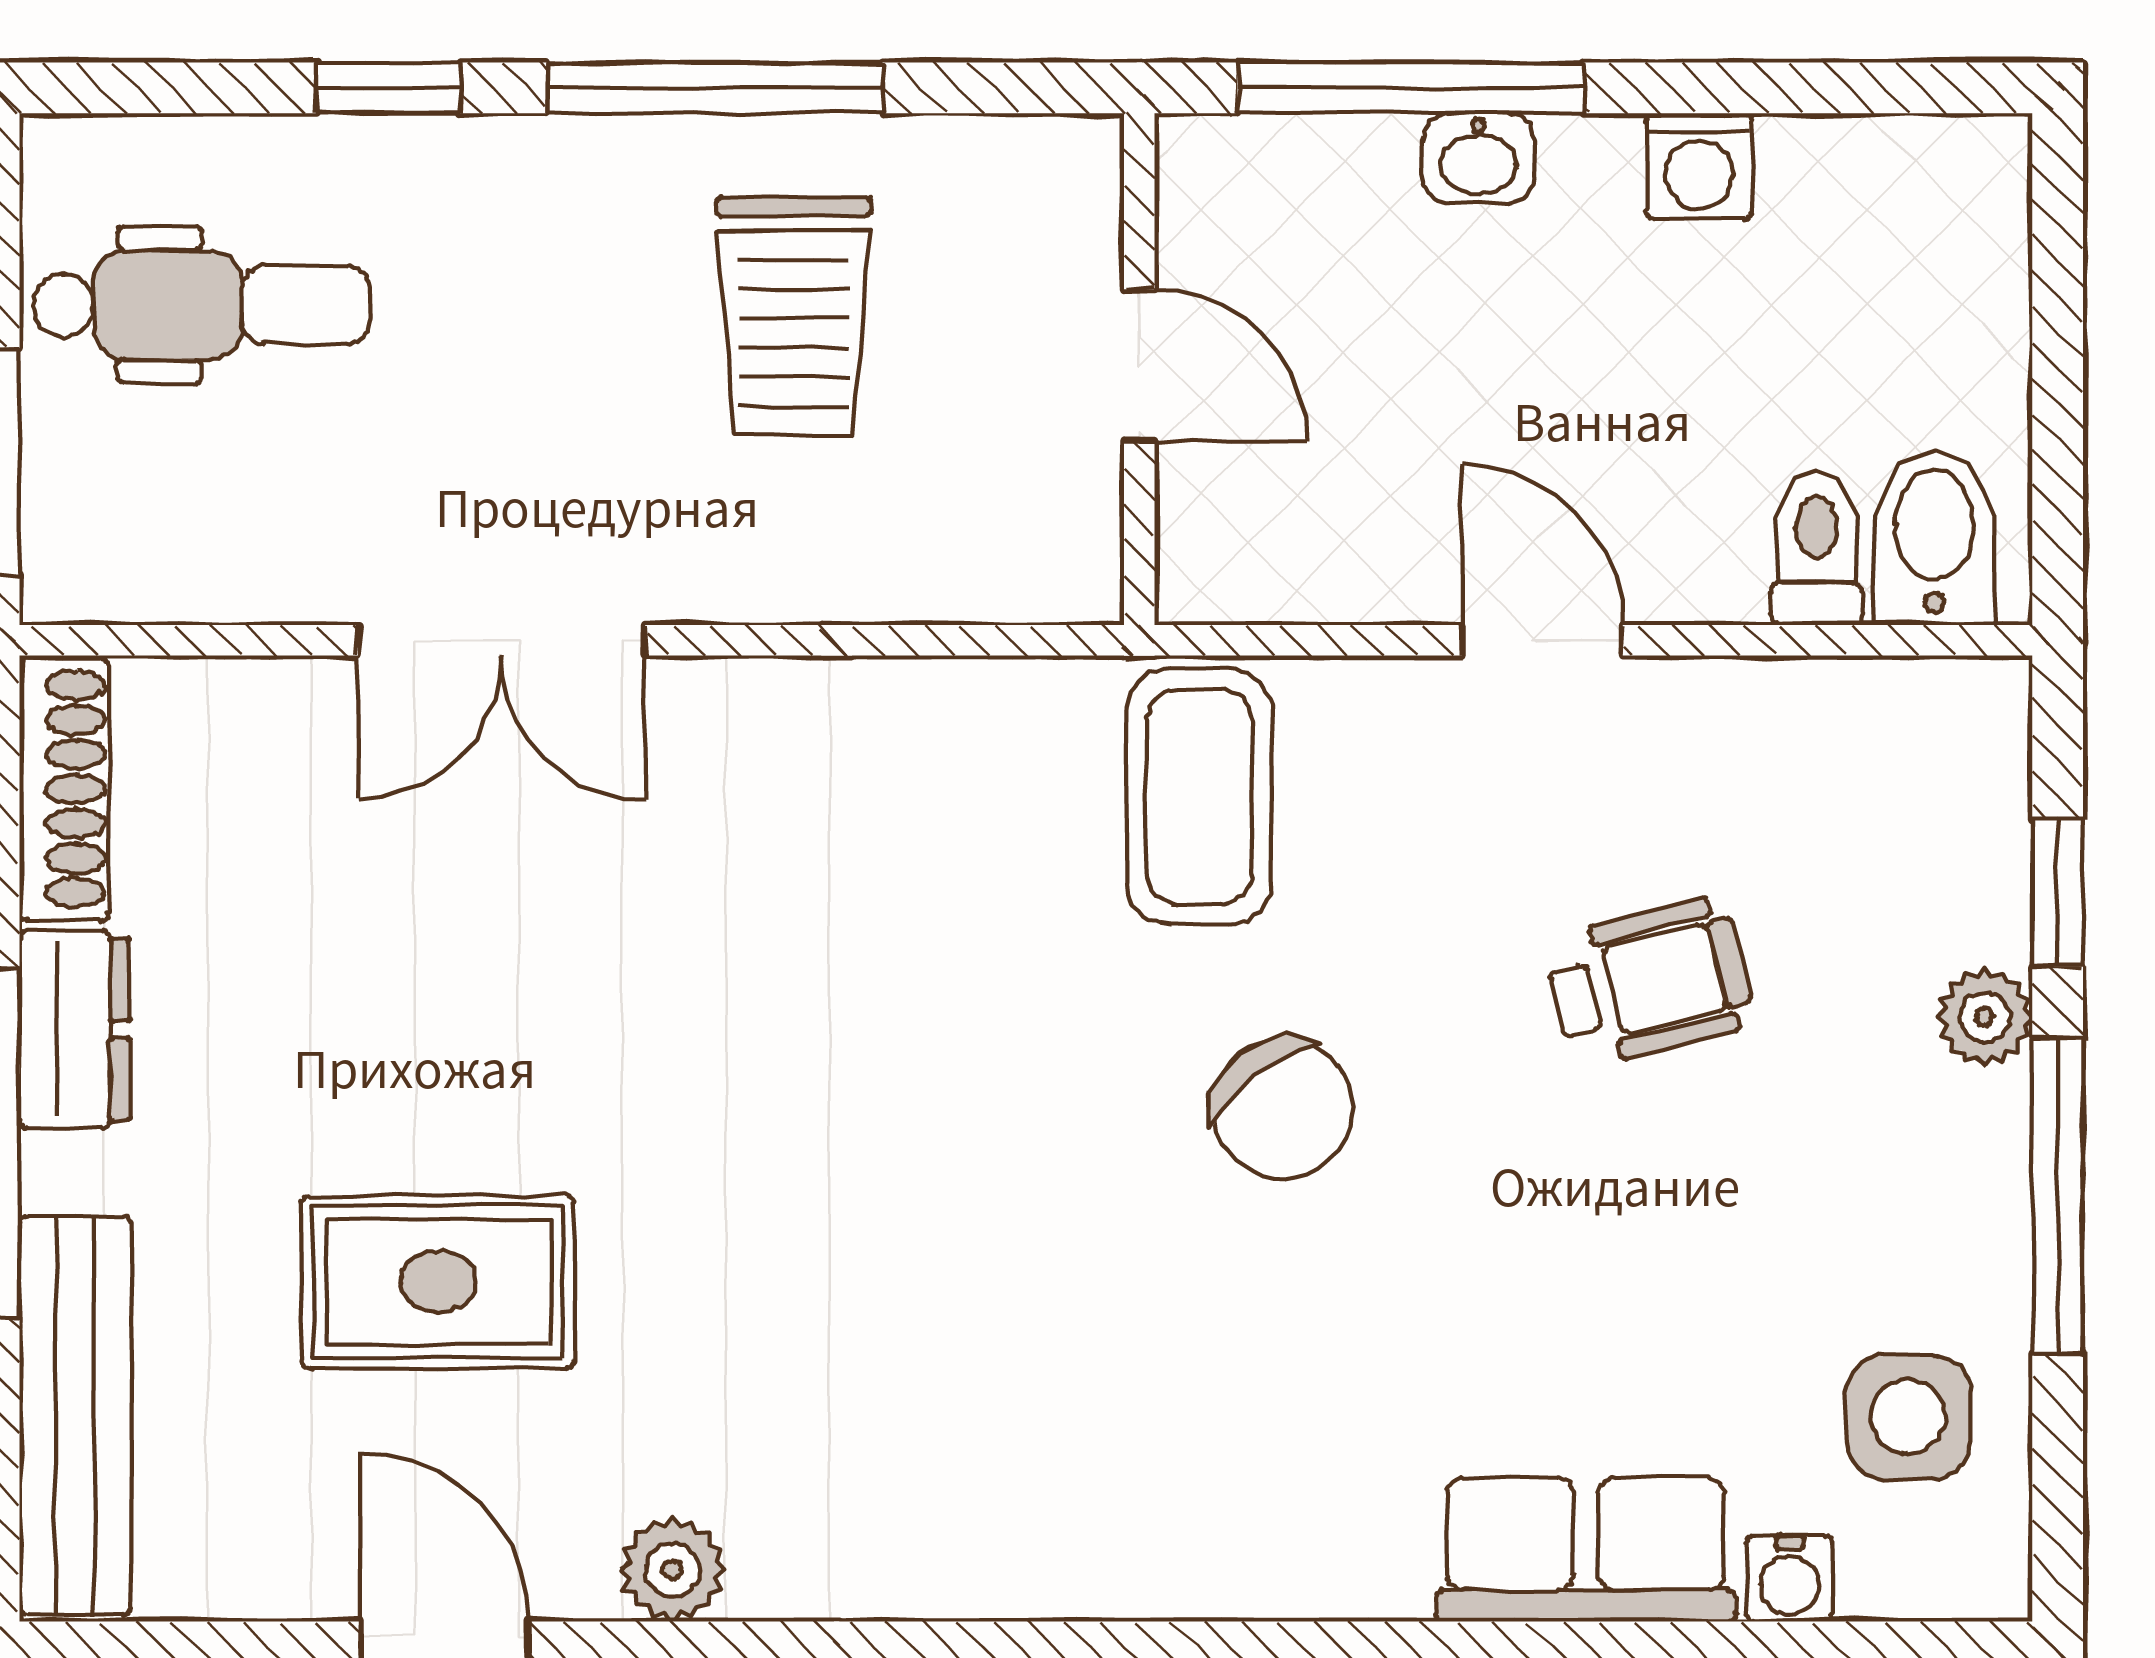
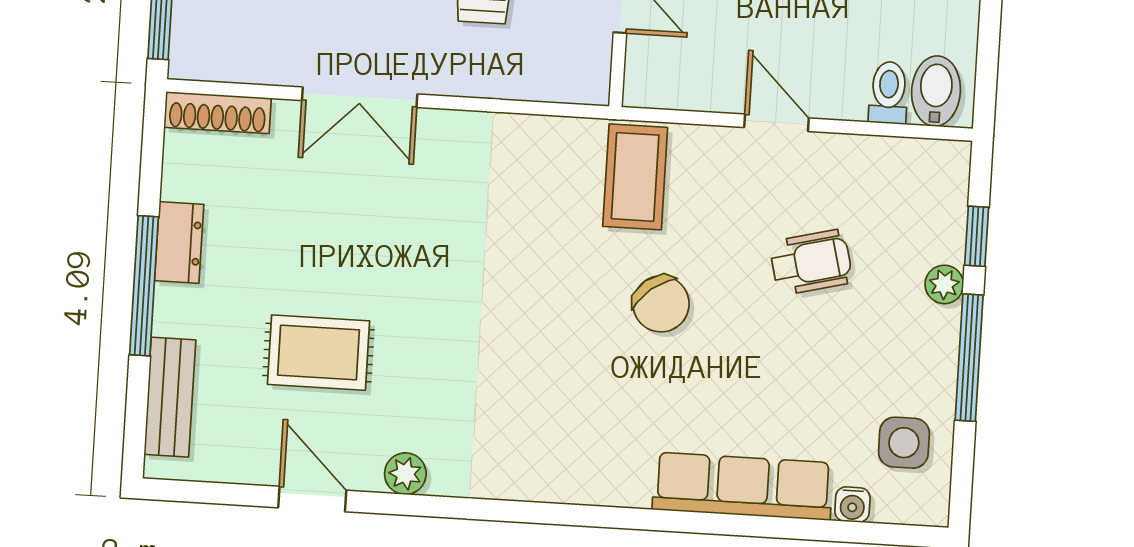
shoe rack: (64, 789) -> (218, 113), moved, turned 90
bench: (75, 1415) -> (170, 397), width x0.73
row of seats: (1586, 1550) -> (743, 486), width x1.48

